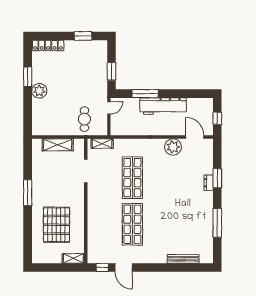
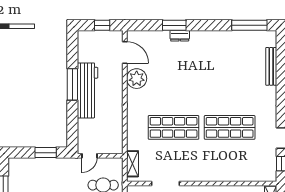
window: (145, 94) -> (72, 84), moved
door: (109, 108) -> (89, 156), swing flipped
door: (195, 137) -> (125, 52), swing flipped
window: (217, 223) -> (249, 25), moved

